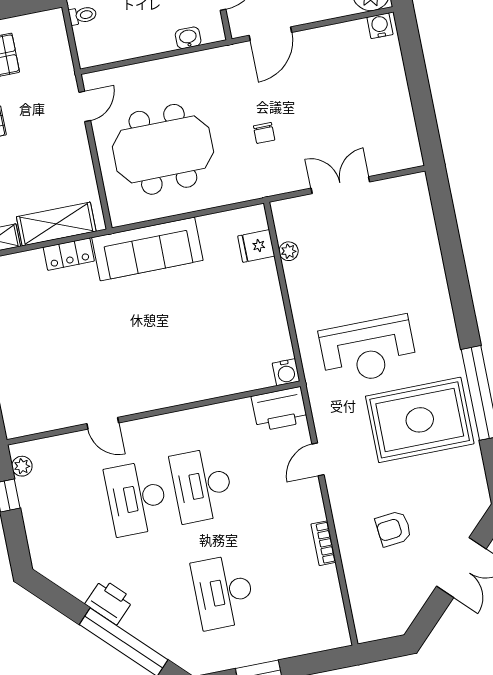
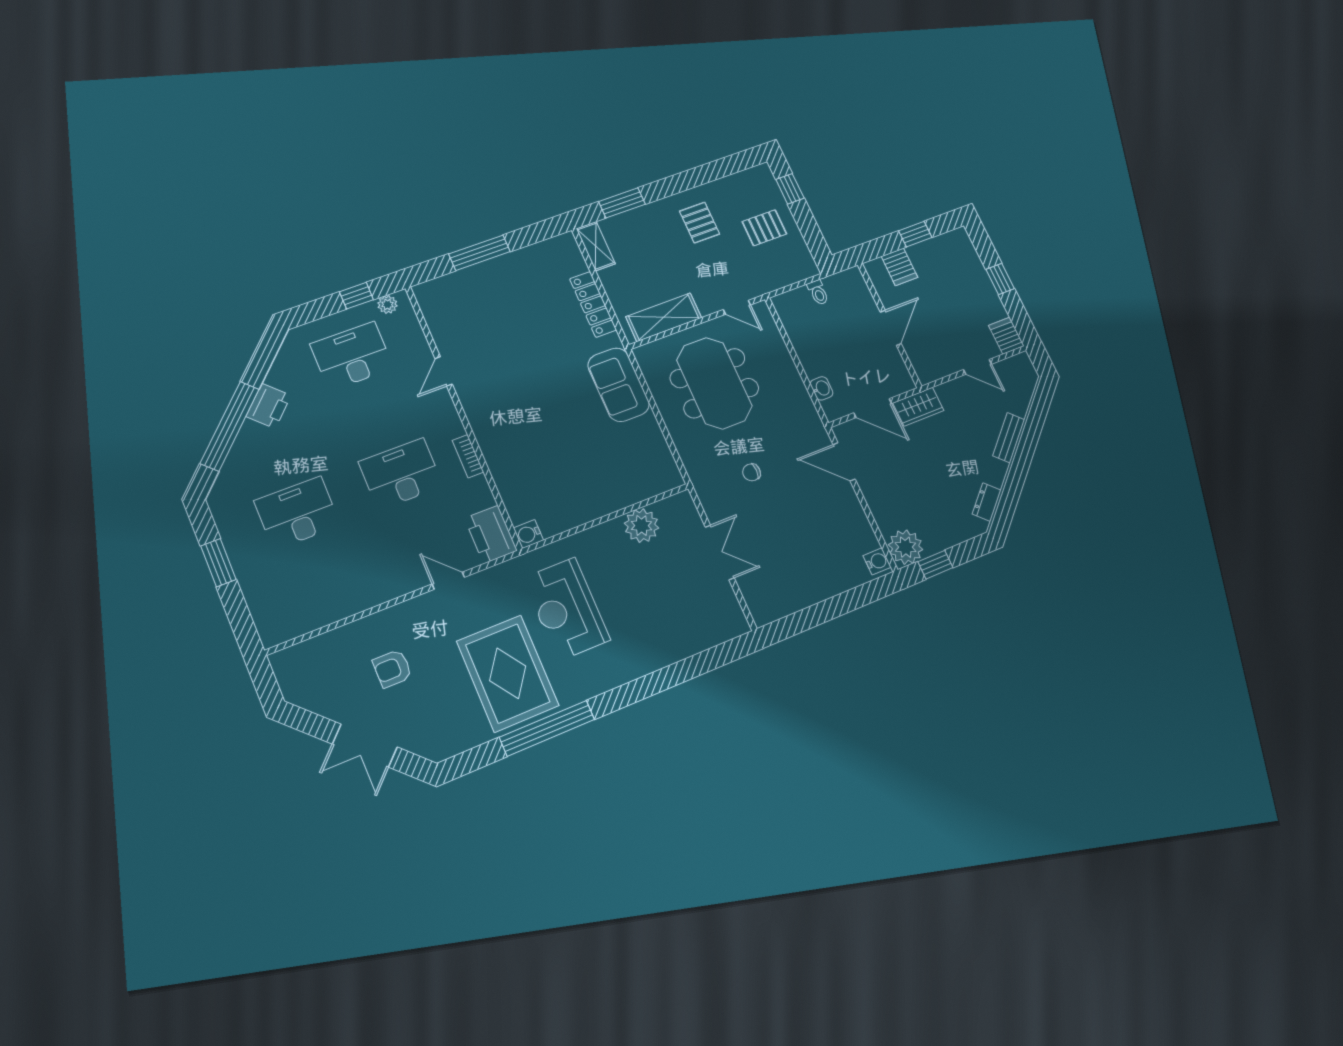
shelving: (56, 224) -> (664, 317), moved, turned 90
fridge: (256, 246) -> (644, 484), removed
sofa: (147, 249) -> (619, 385), width x0.73
plant: (289, 251) -> (642, 526), width x1.88, depth x1.88
locker: (69, 254) -> (593, 304), width x1.53
desk: (137, 498) -> (352, 356), moved
armchair: (393, 529) -> (392, 669), turned -84
bookcase: (323, 543) -> (468, 456), moved, turned -90

